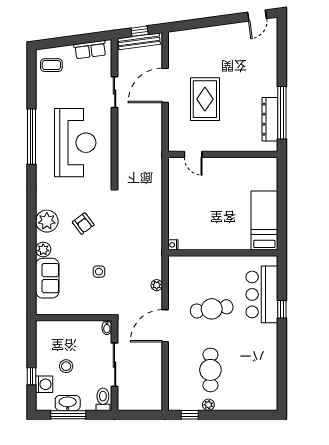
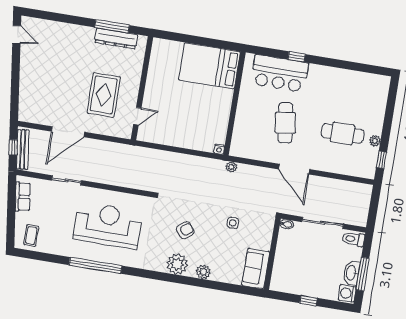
door: (165, 85) -> (68, 132), hinge flipped
rug: (205, 99) -> (104, 95), moved, turned 90
window: (282, 113) -> (112, 26), width x0.68
bed: (264, 220) -> (209, 66), width x1.50
sofa: (47, 278) -> (256, 269), moved, turned -90
plant: (157, 285) -> (231, 167), moved
stool: (66, 366) -> (317, 269), removed
window: (31, 376) -> (308, 301), moved
washing machine: (44, 384) -> (347, 293), moved, turned -90

